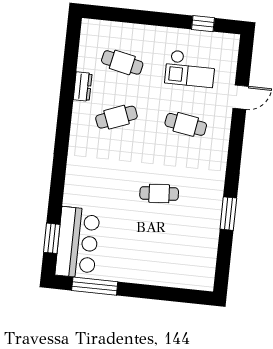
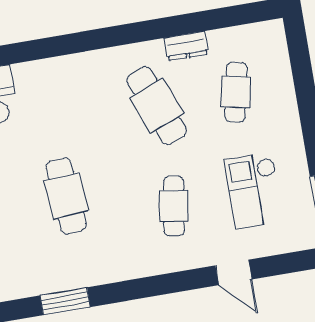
cafe table: (116, 117) -> (157, 106), width x1.37, depth x1.35
cafe table: (159, 193) -> (66, 196), width x1.37, depth x1.35

